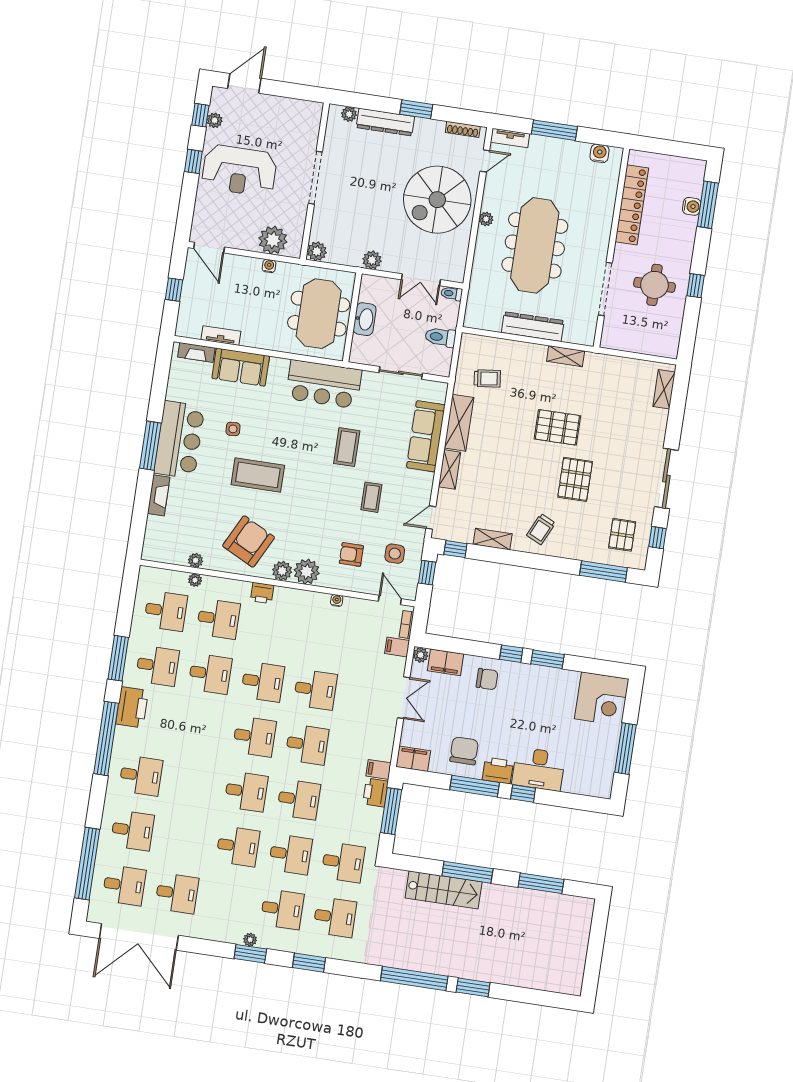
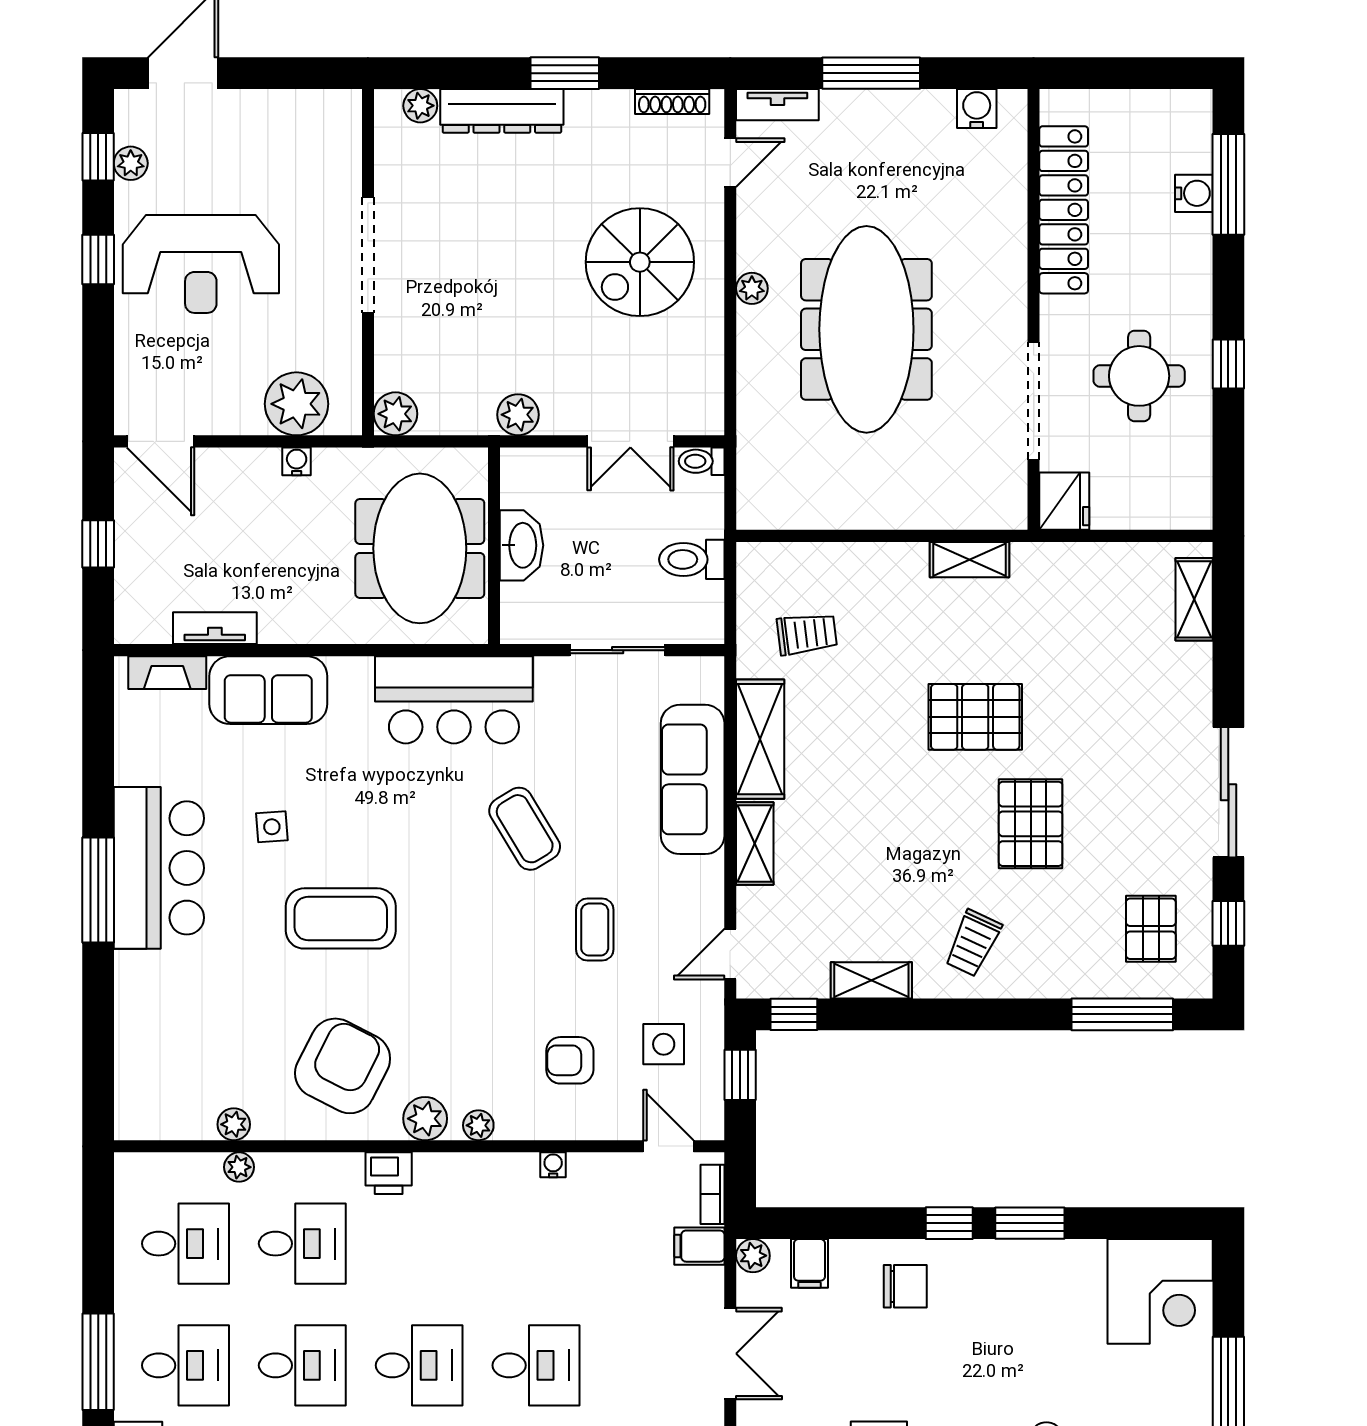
spiral stairs: (437, 200) -> (640, 262), width x0.73, depth x0.73
dresser: (533, 327) -> (889, 506), removed
fridge: (612, 336) -> (1064, 501), added
coffee table: (347, 447) -> (525, 829), turned -31
fireplace: (159, 495) -> (132, 995), removed
plant: (307, 572) -> (478, 1125), width x0.53, depth x0.53
filing cabinet: (445, 662) -> (809, 1263), width x0.50

